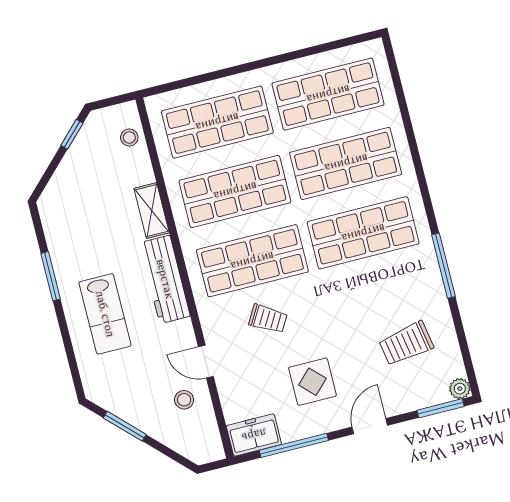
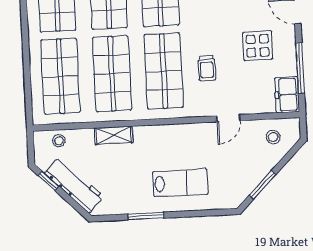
workbench: (165, 279) -> (74, 185), moved, turned -135
trolley: (268, 319) -> (207, 68), turned 150
stool: (184, 400) -> (273, 137), moved

